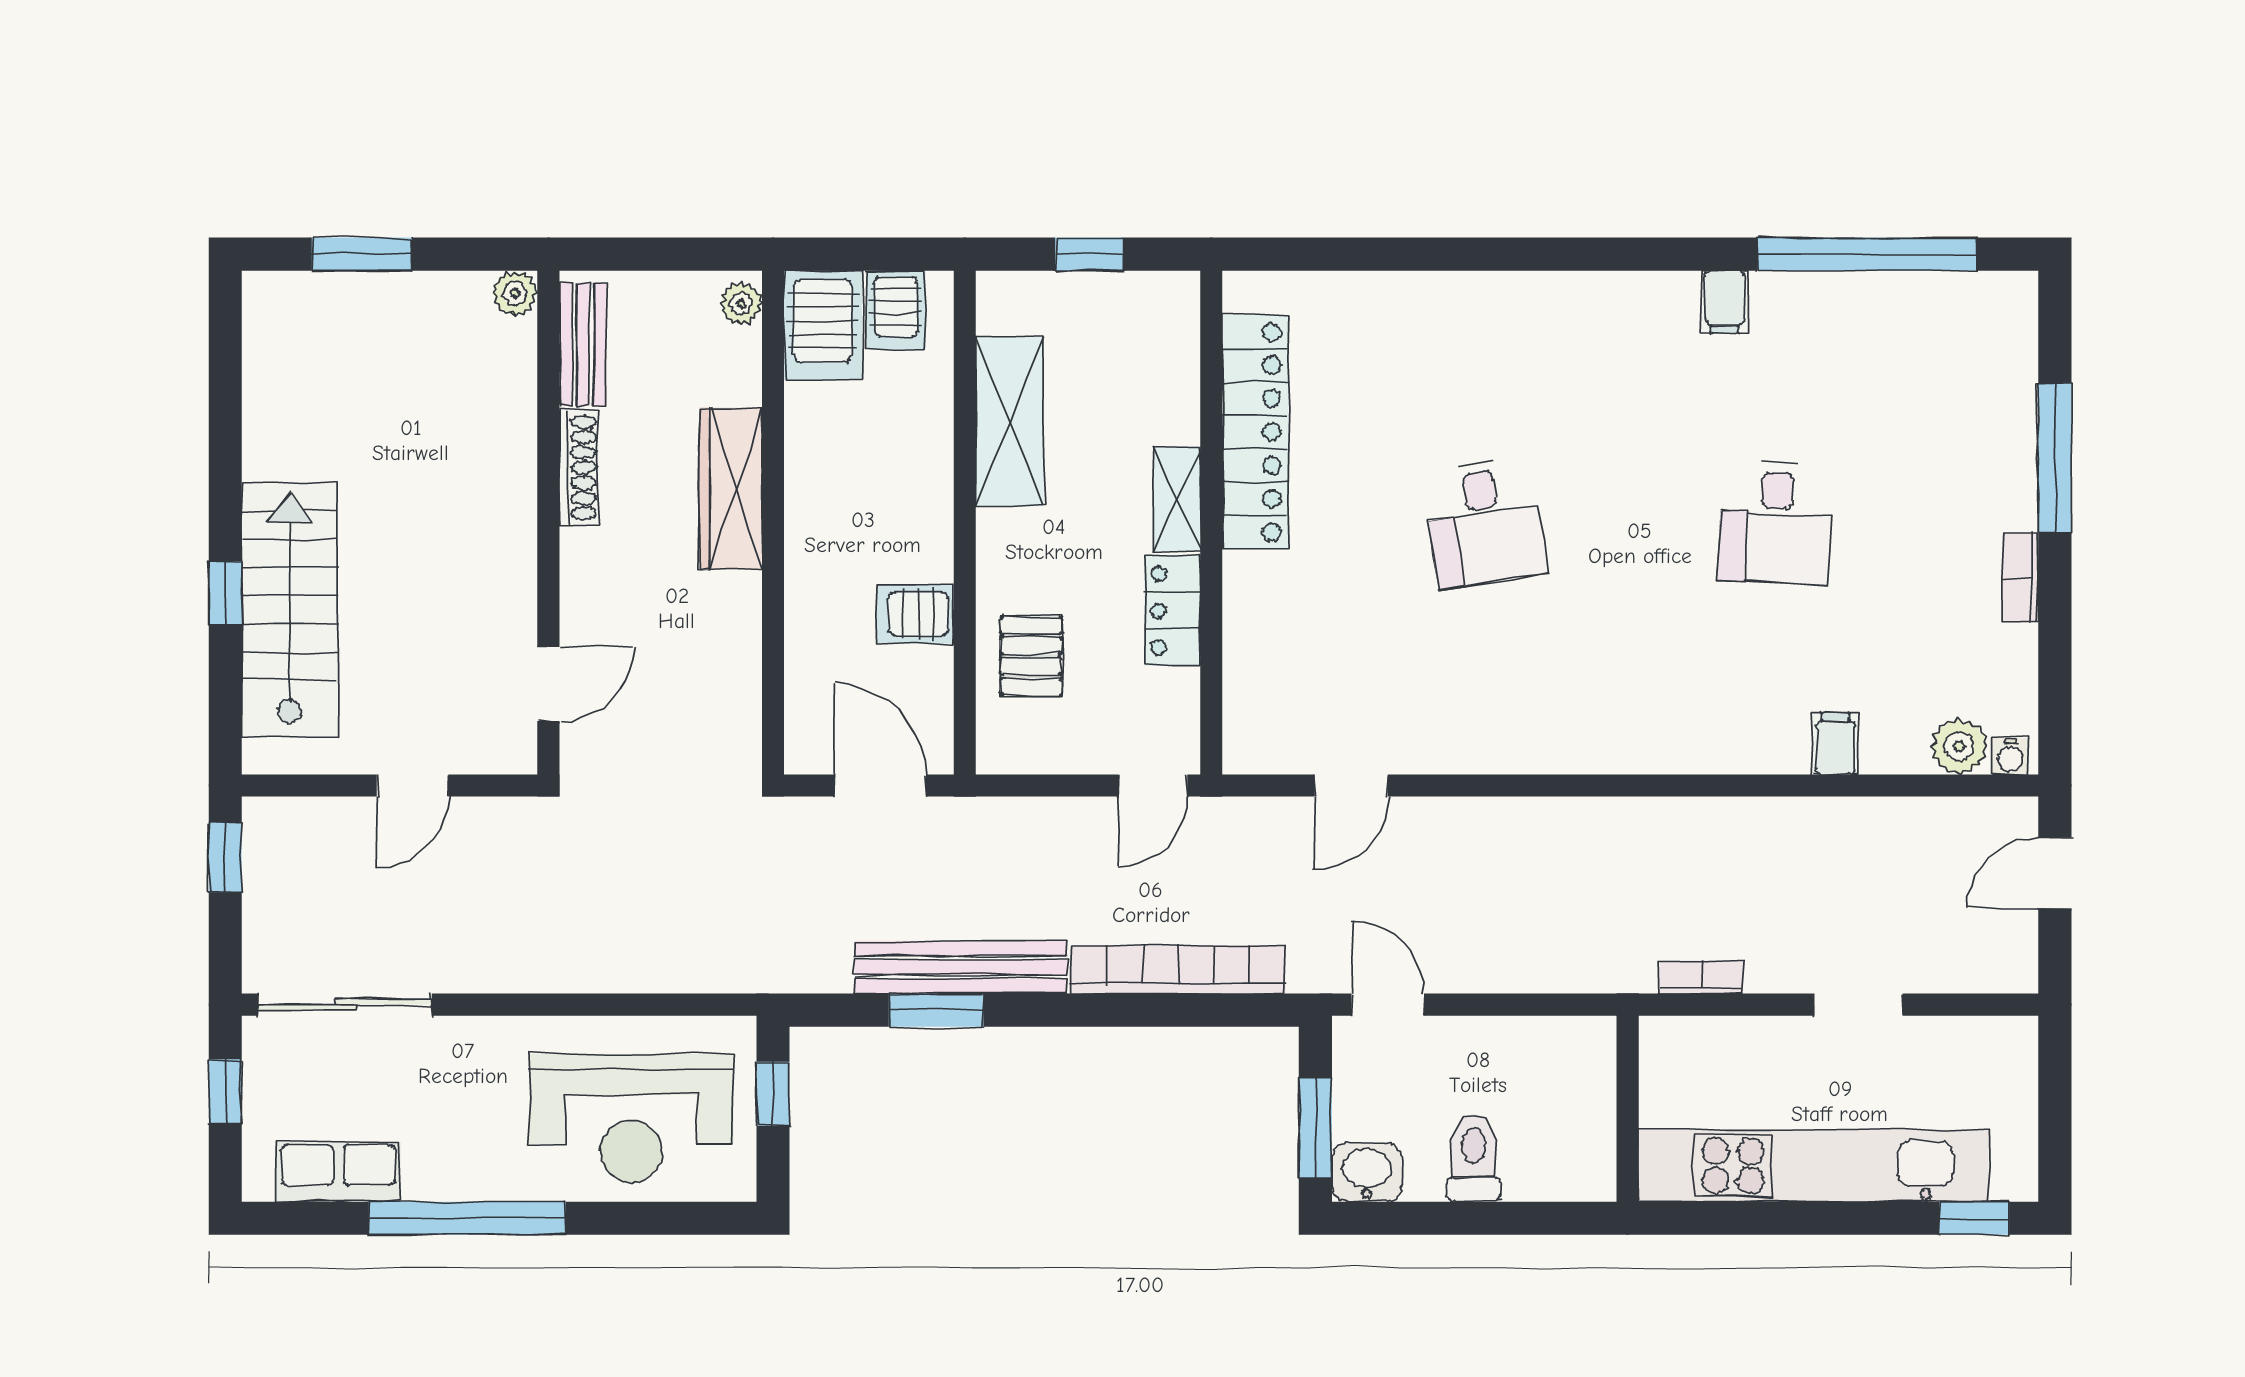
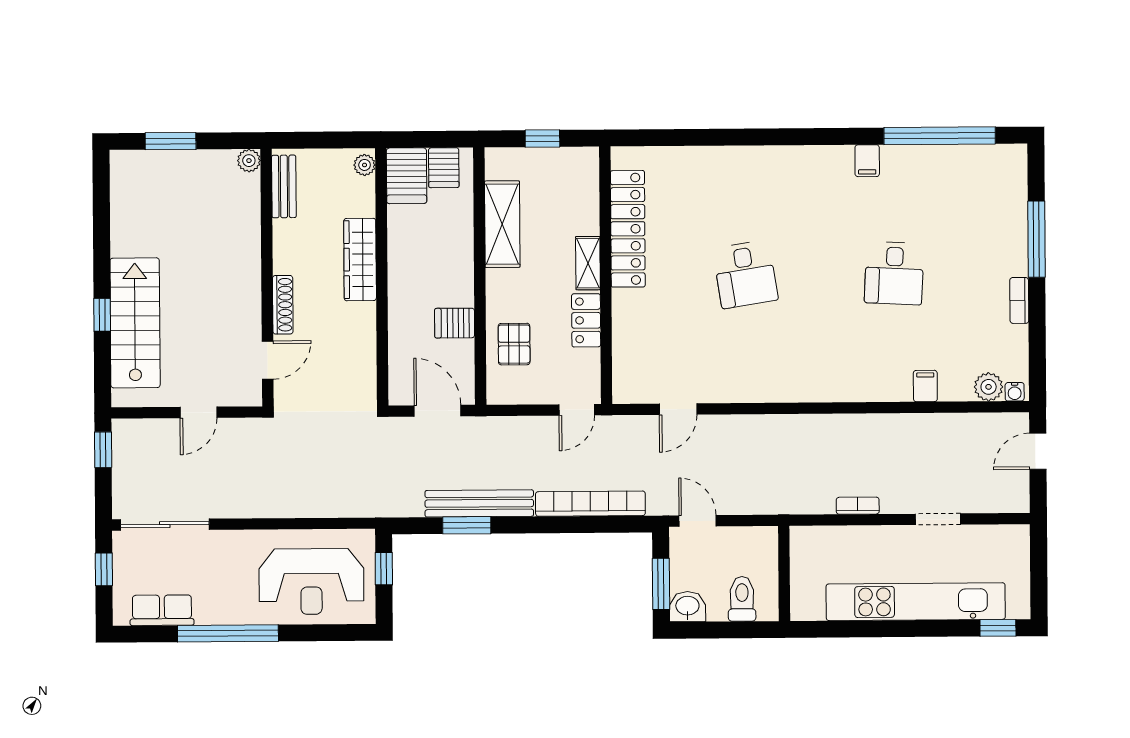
shoe rack: (579, 468) -> (283, 305), moved
wall: (1628, 1109) -> (784, 573), moved

